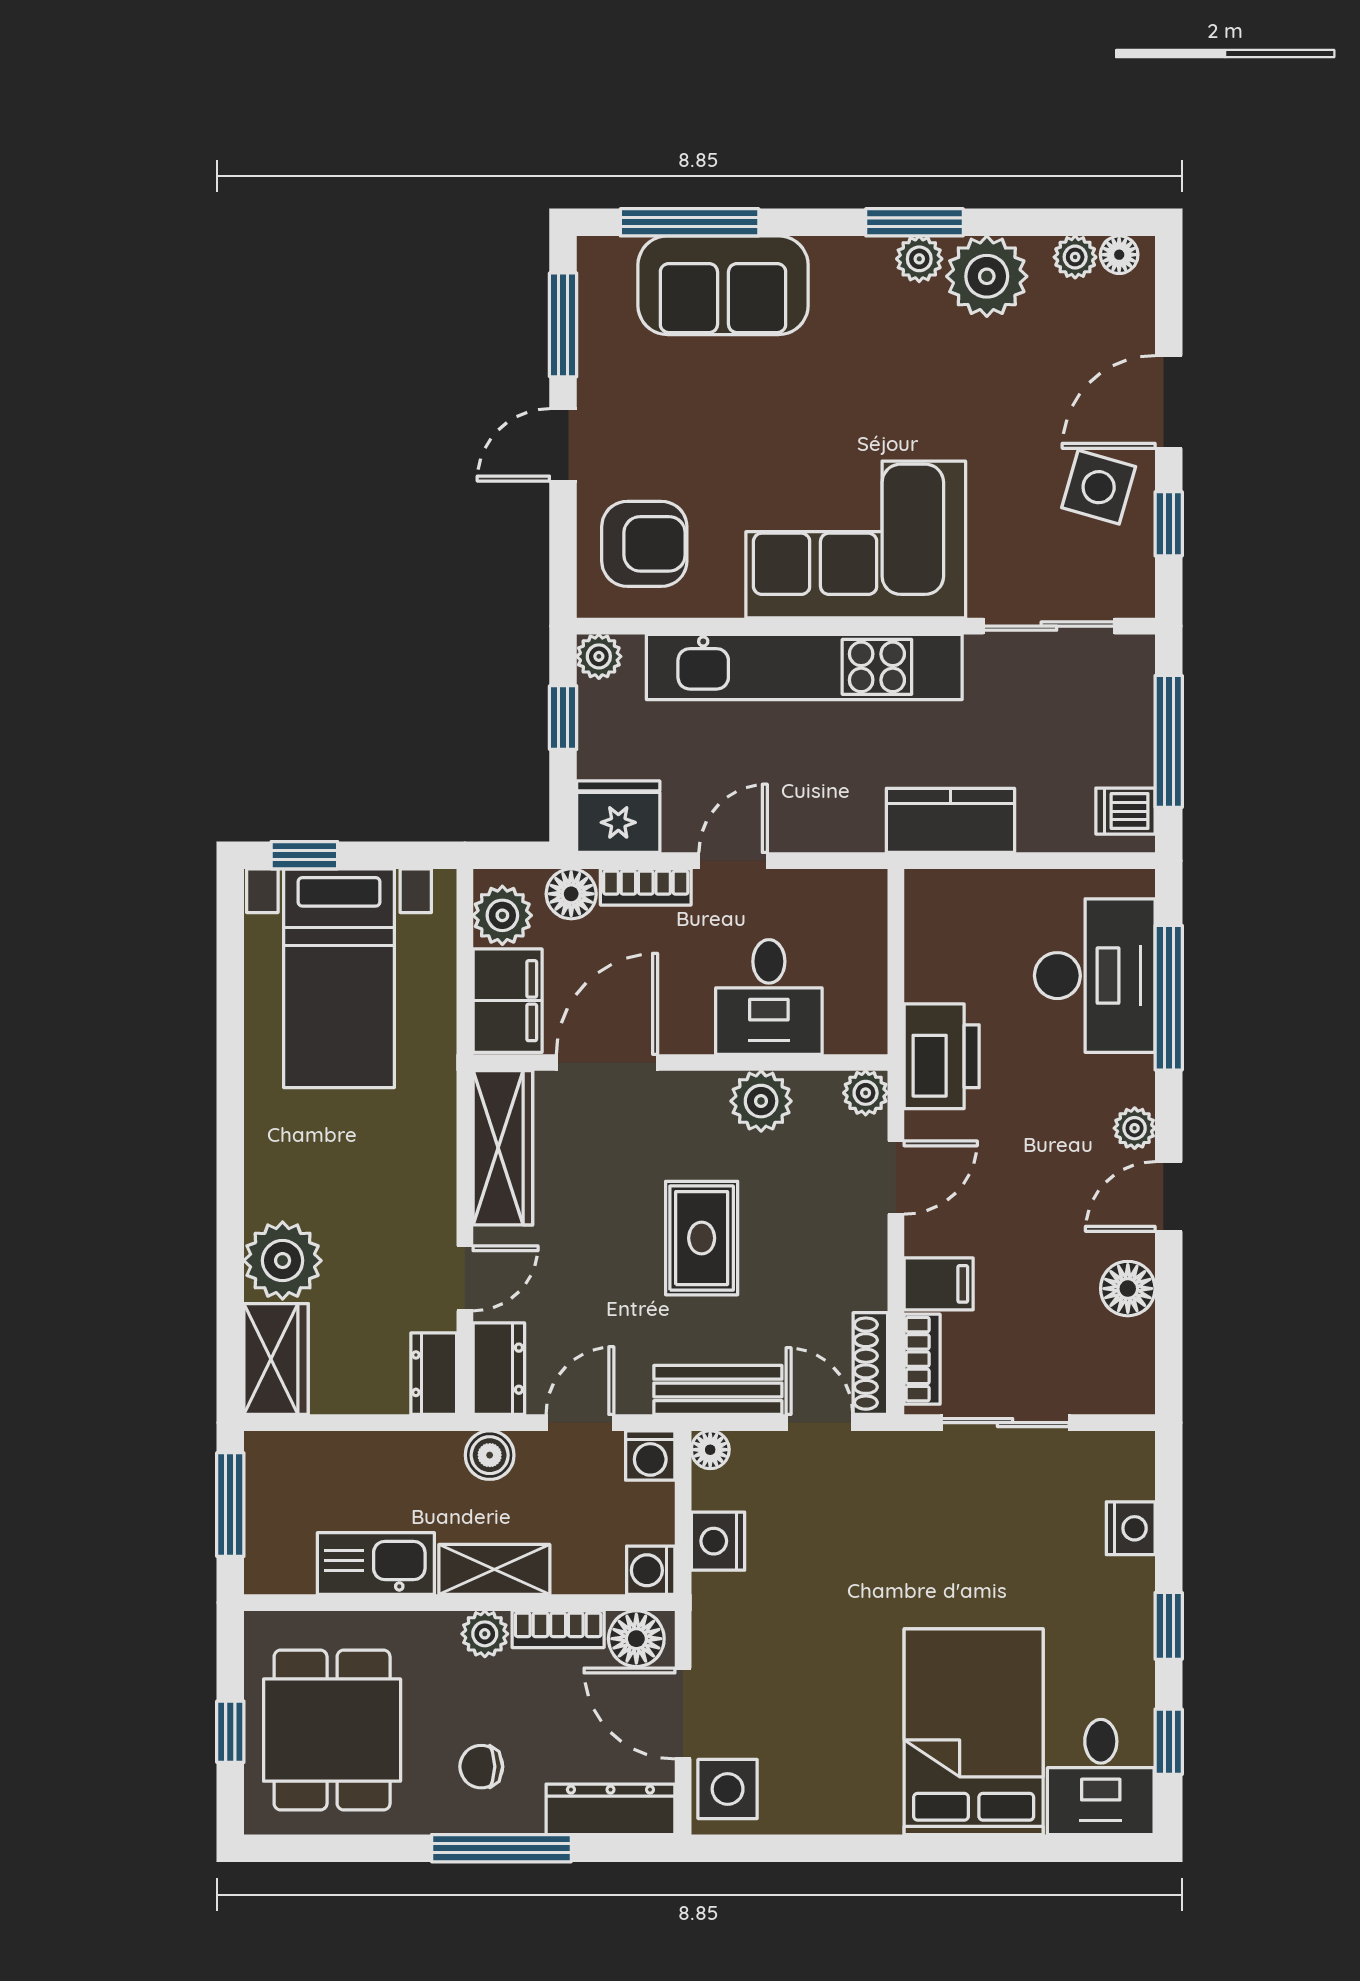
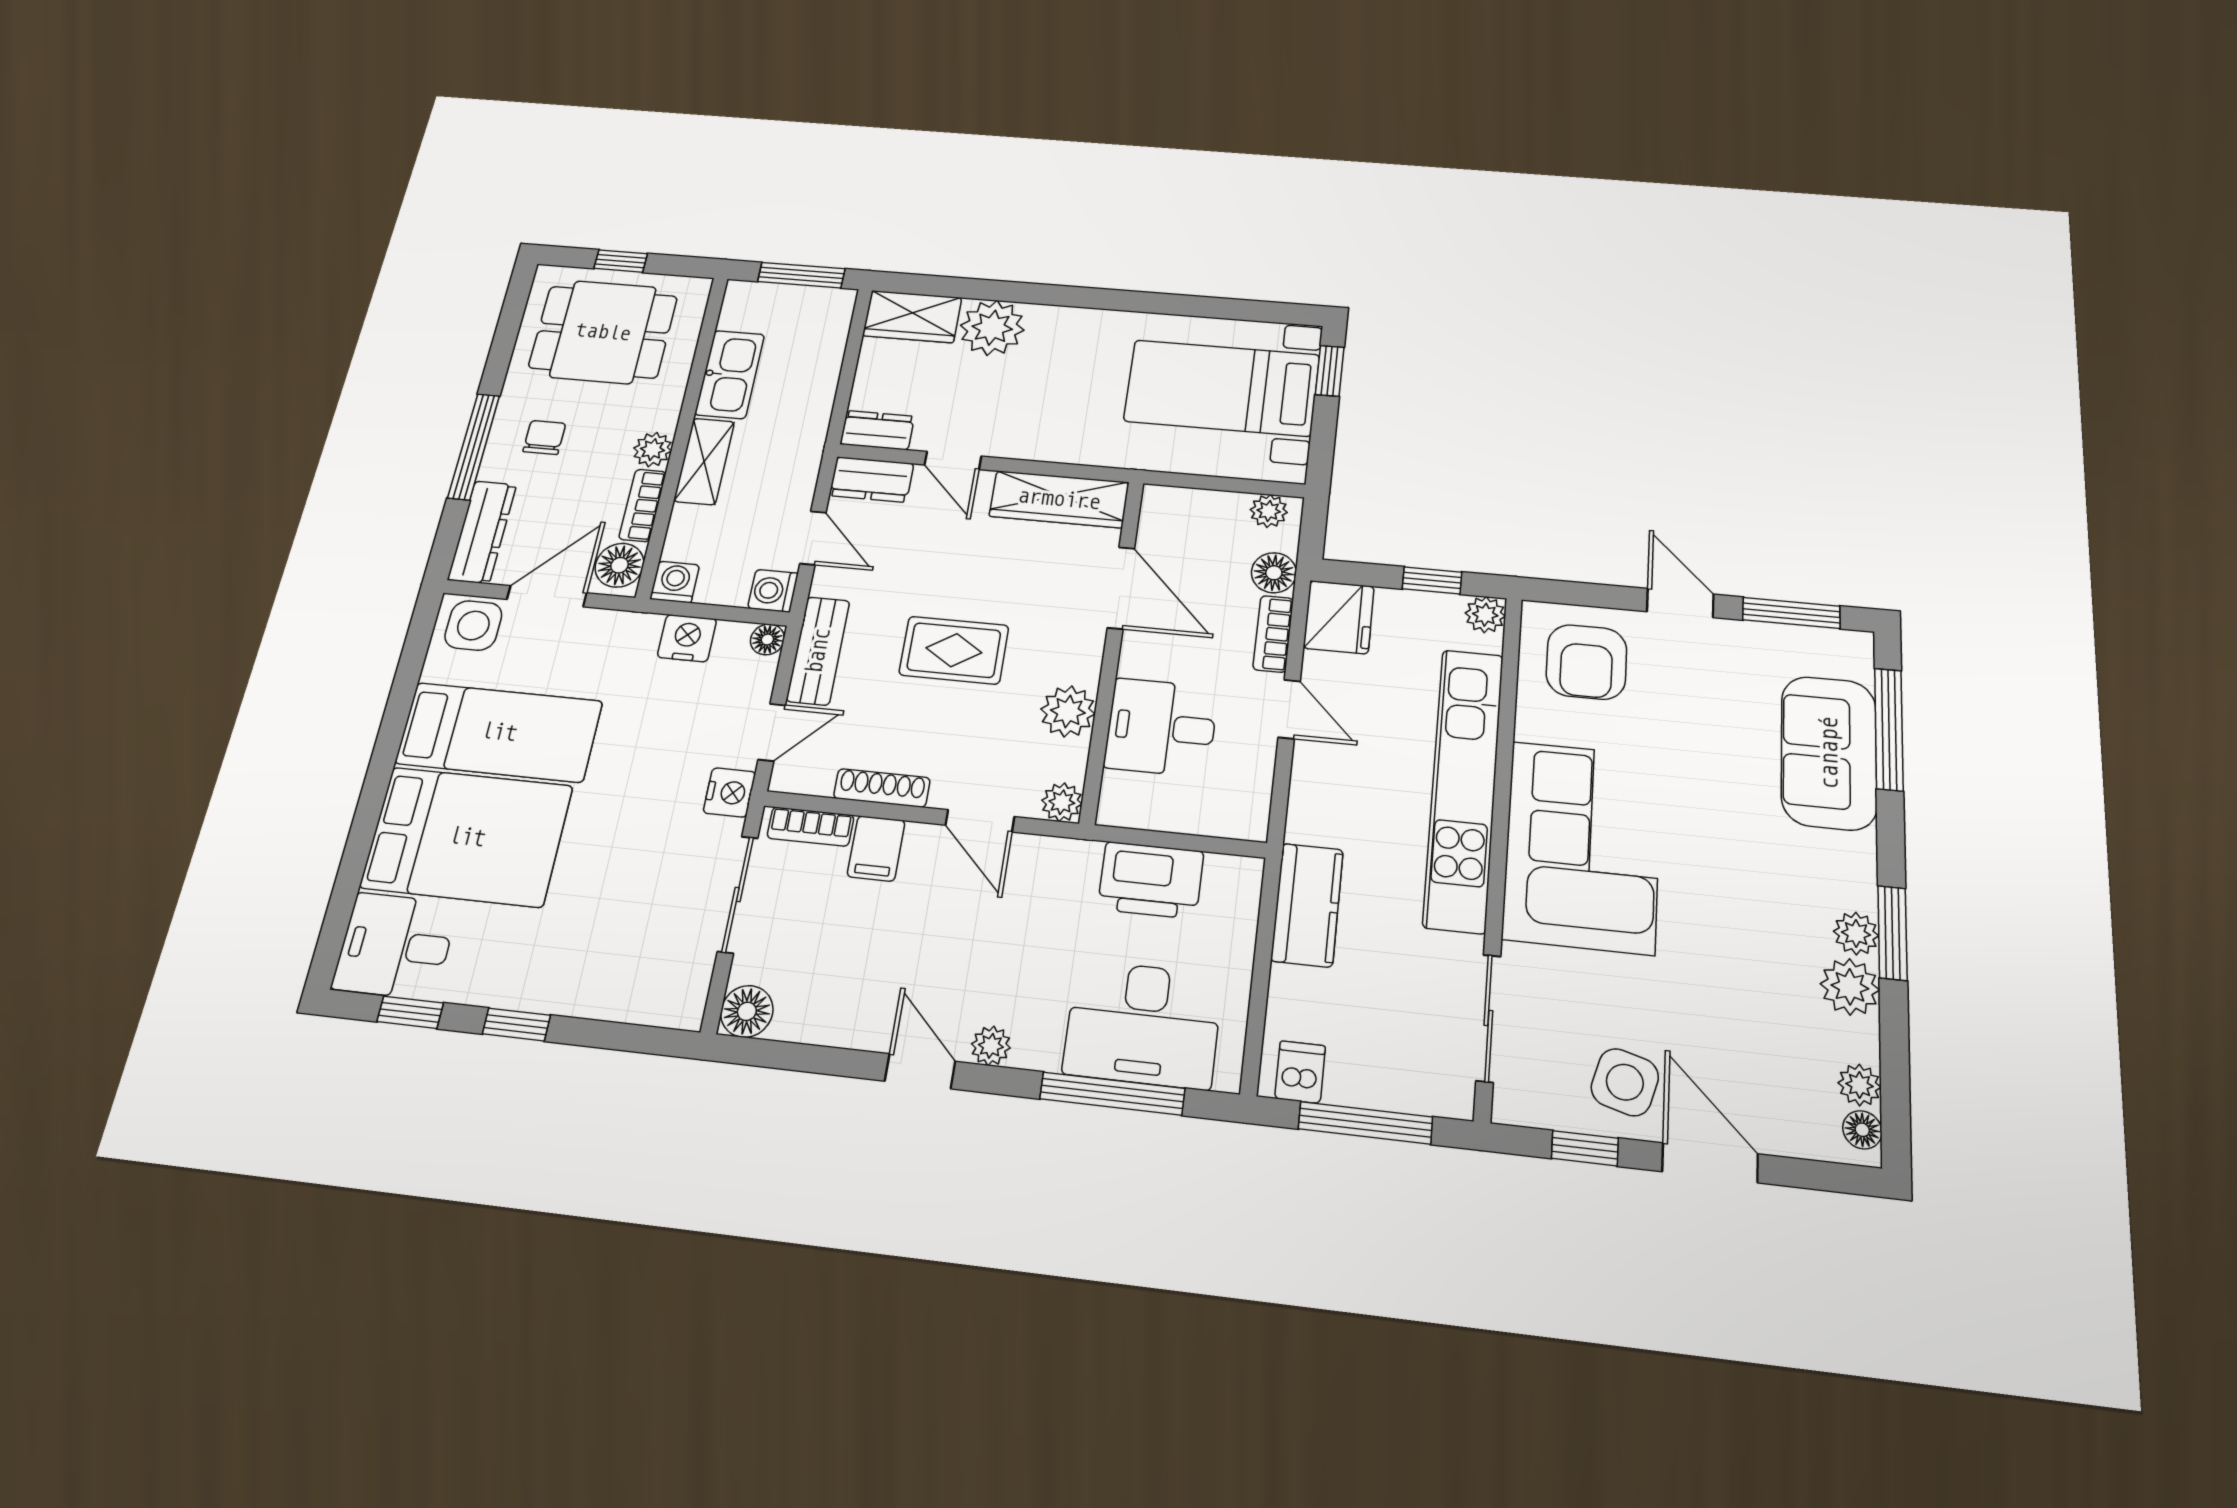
plant: (987, 276) -> (1850, 987), width x0.73, depth x0.73
plant: (502, 915) -> (1269, 511), width x0.73, depth x0.73
filing cabinet: (508, 1001) -> (1186, 514), removed
printer: (942, 1056) -> (1151, 880), moved
floor lamp: (1128, 1289) -> (747, 1011), moved
shoe rack: (870, 1364) -> (882, 788), moved
boiler: (490, 1455) -> (800, 466), removed
nightstand: (1131, 1528) -> (729, 792), moved, turned -90
bed: (851, 1727) -> (499, 732), added

